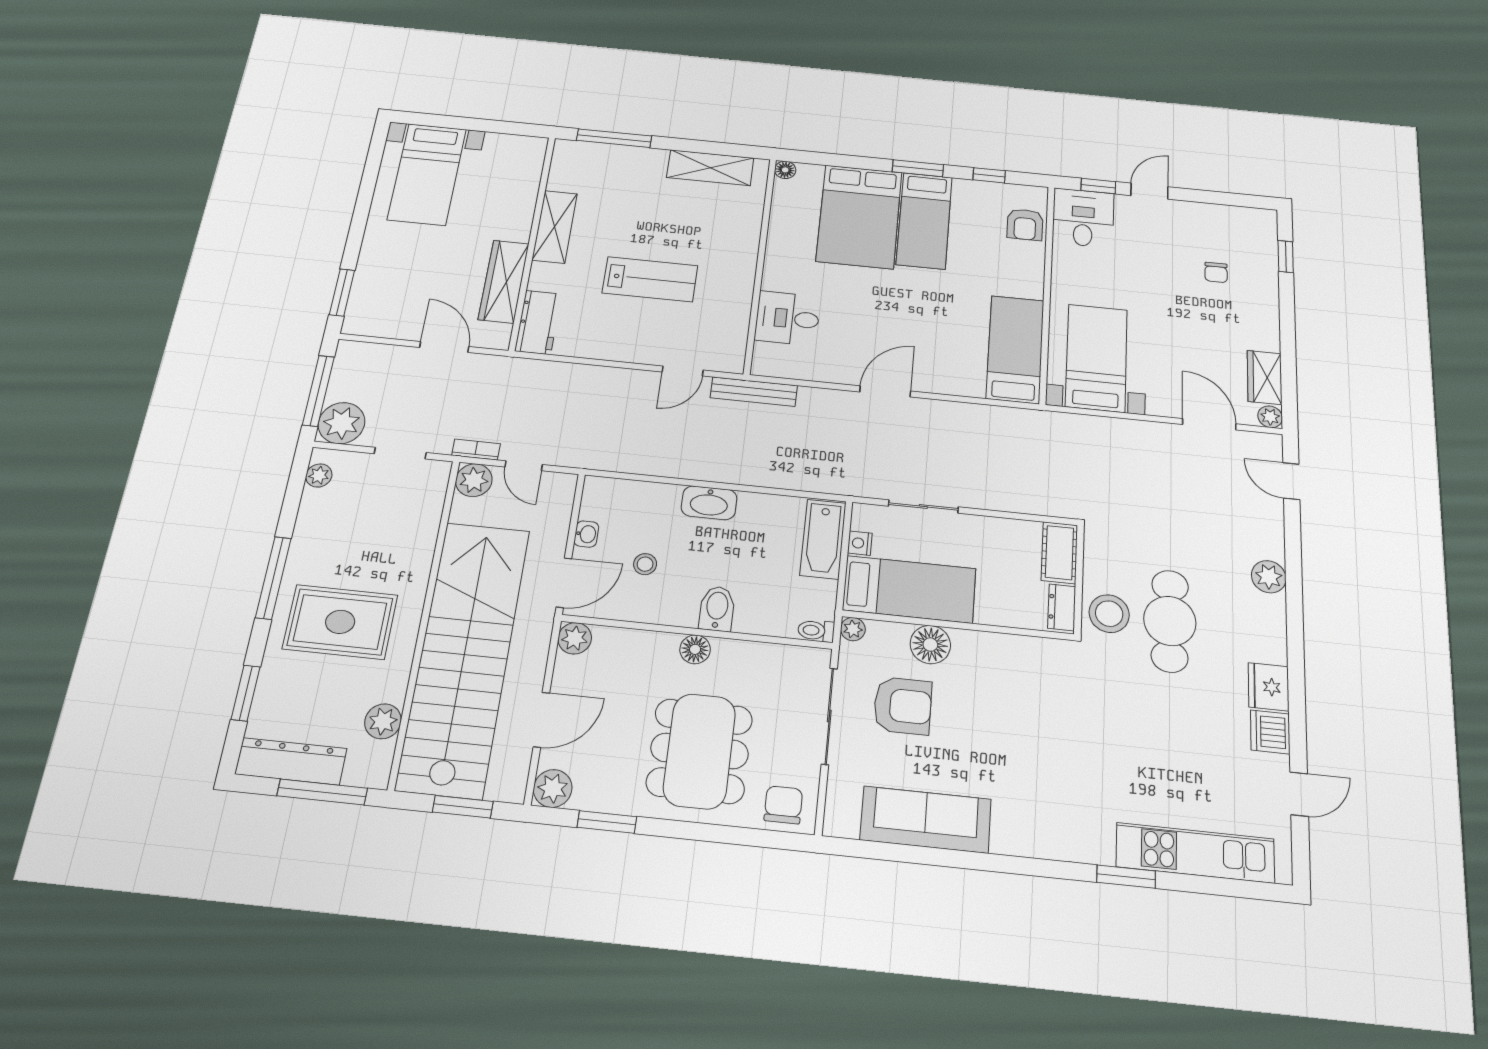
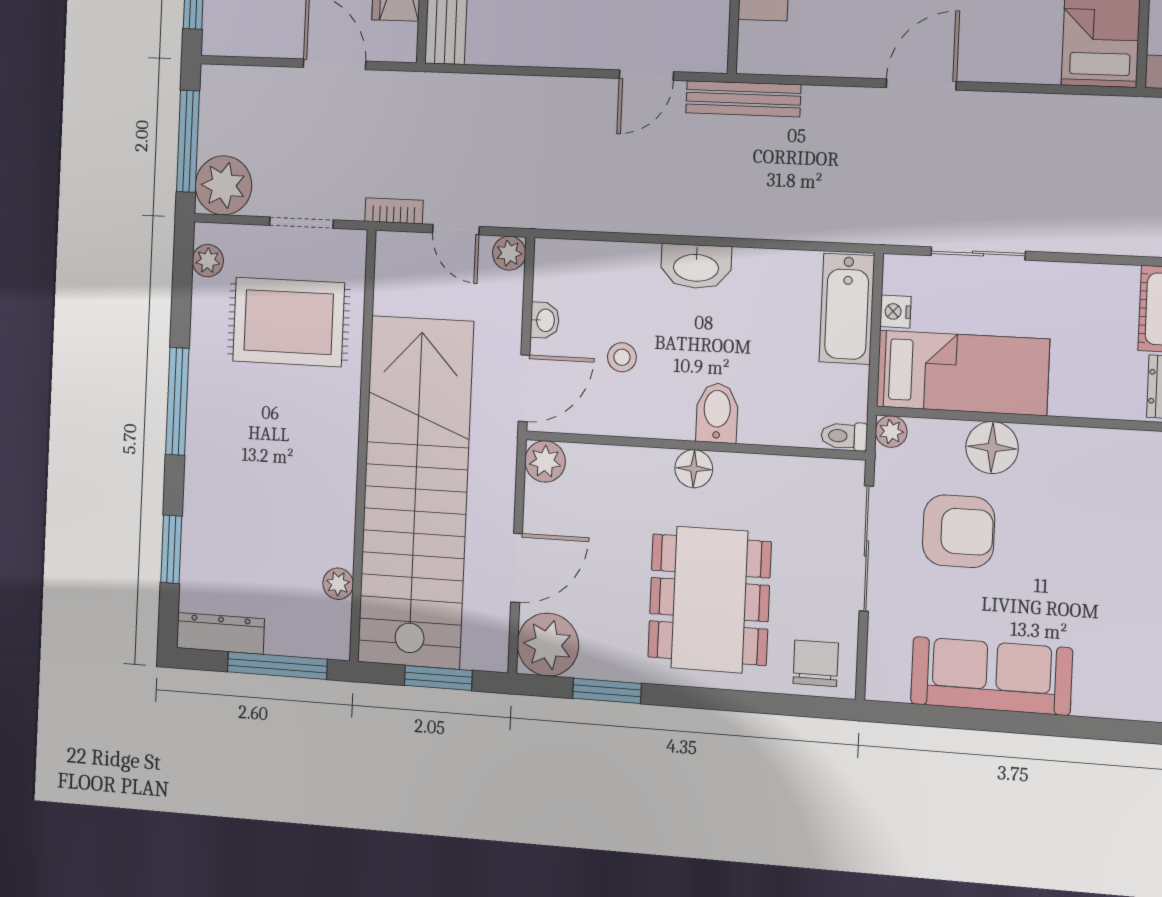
plant: (474, 480) -> (509, 253), moved, width x0.73, depth x0.73
rug: (340, 622) -> (289, 322), moved
plant: (383, 721) -> (338, 584), width x0.73, depth x0.73
dresser: (291, 761) -> (220, 633), width x0.73, depth x0.80
plant: (553, 788) -> (548, 645), width x1.36, depth x1.36

